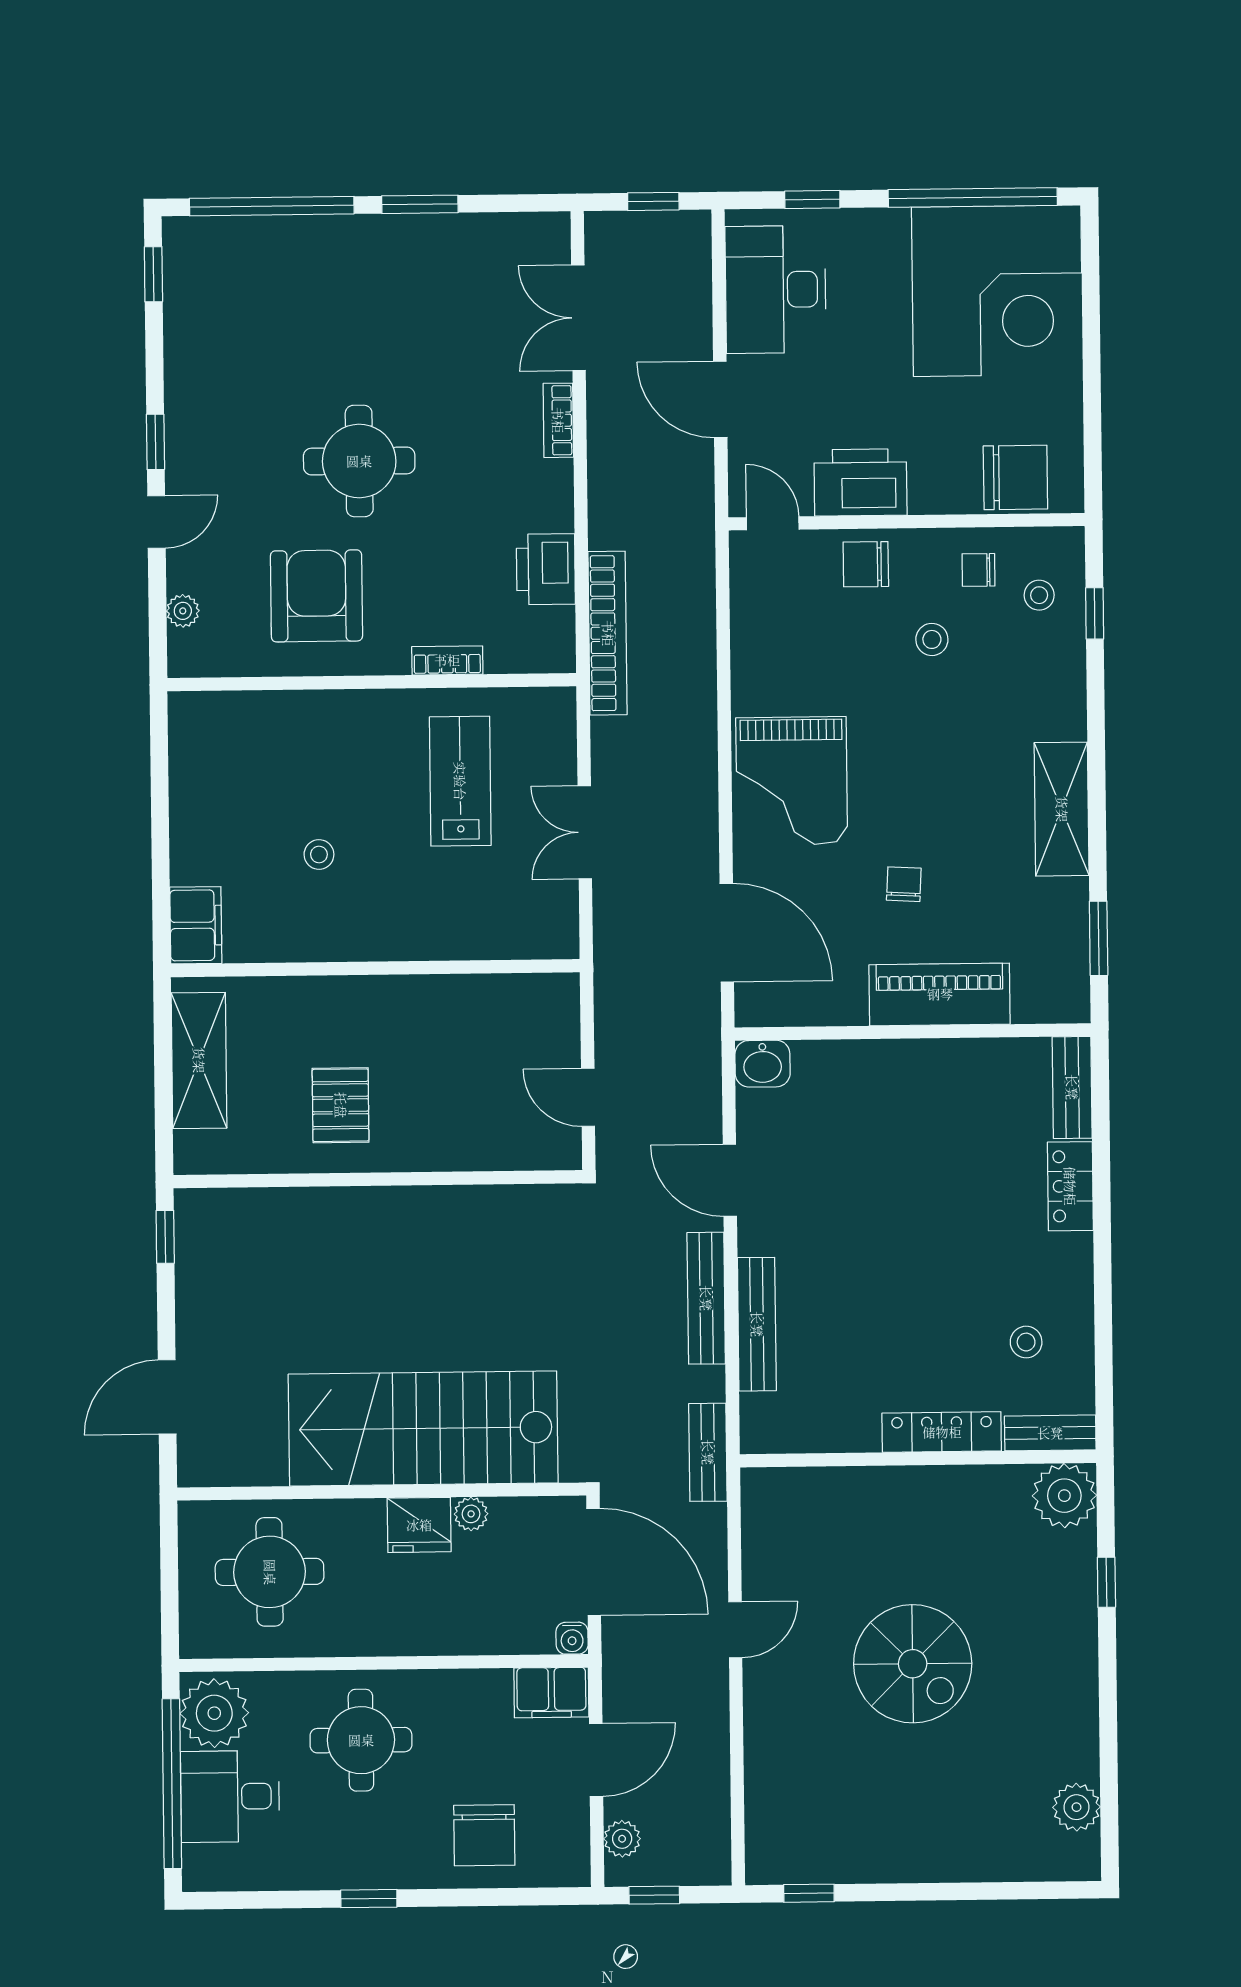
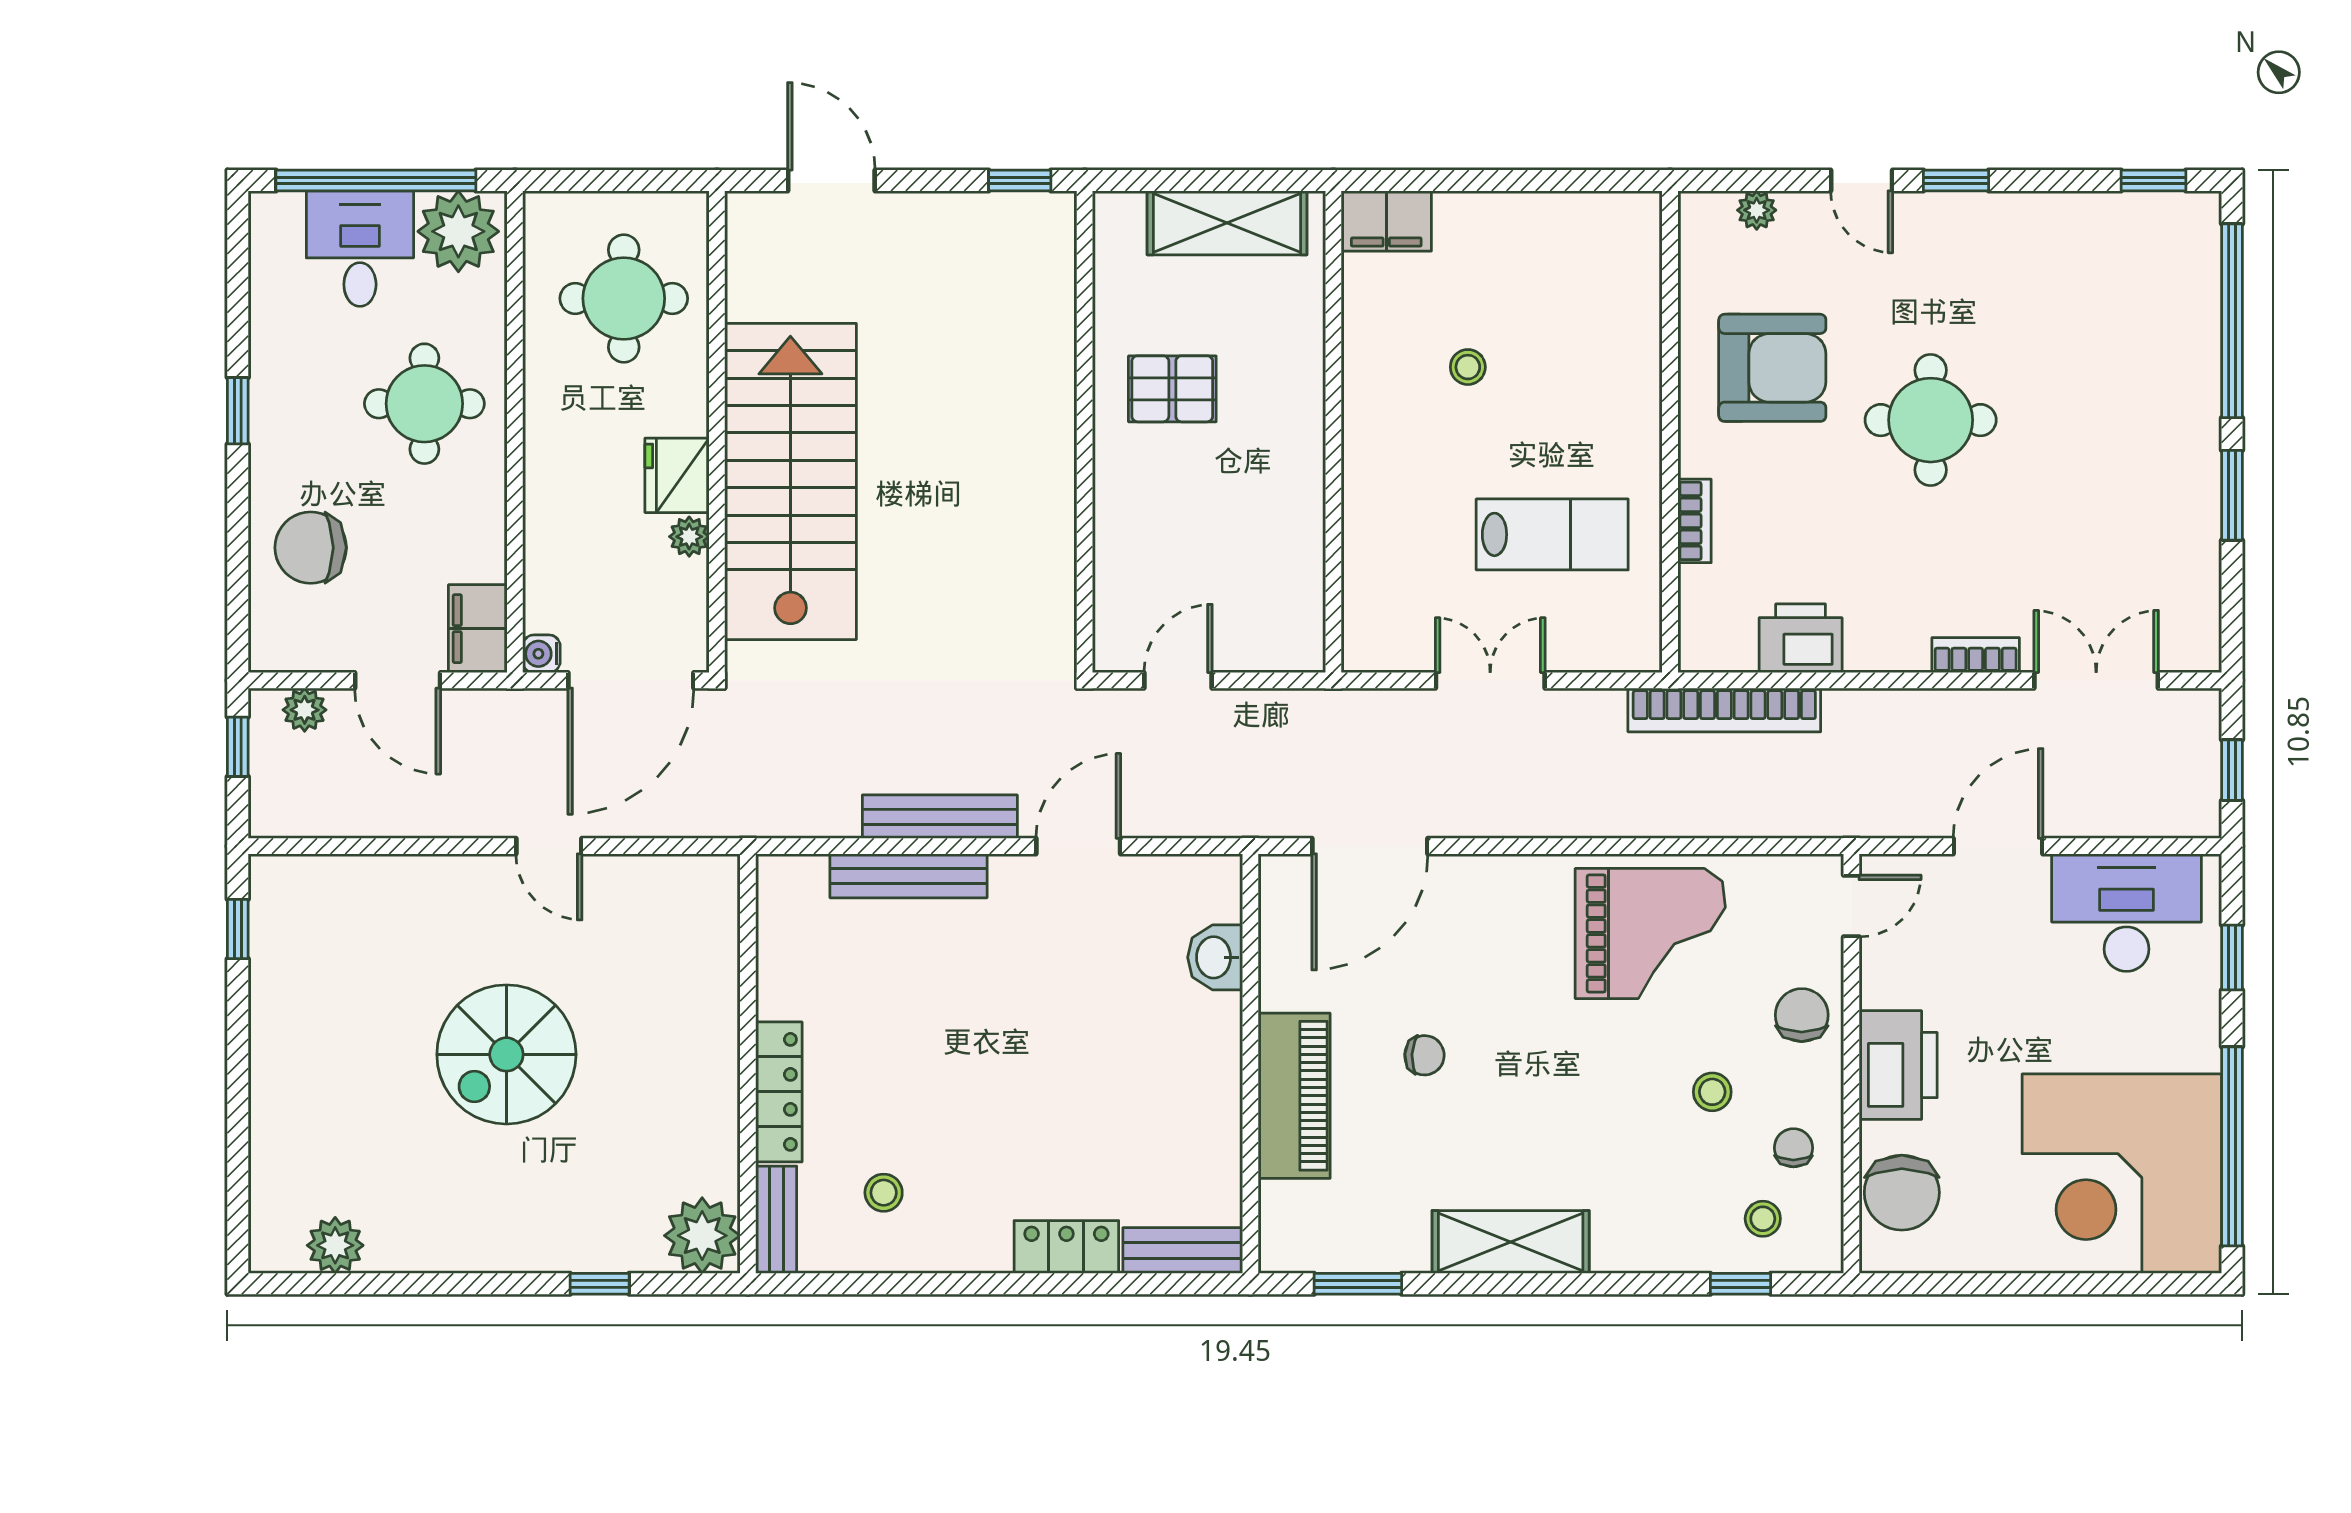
printer: (860, 482) -> (1898, 1065), moved
grand piano: (792, 781) -> (1650, 933), moved, turned 180
washbasin: (763, 1064) -> (1215, 957), moved
bench: (708, 1452) -> (758, 816), removed

